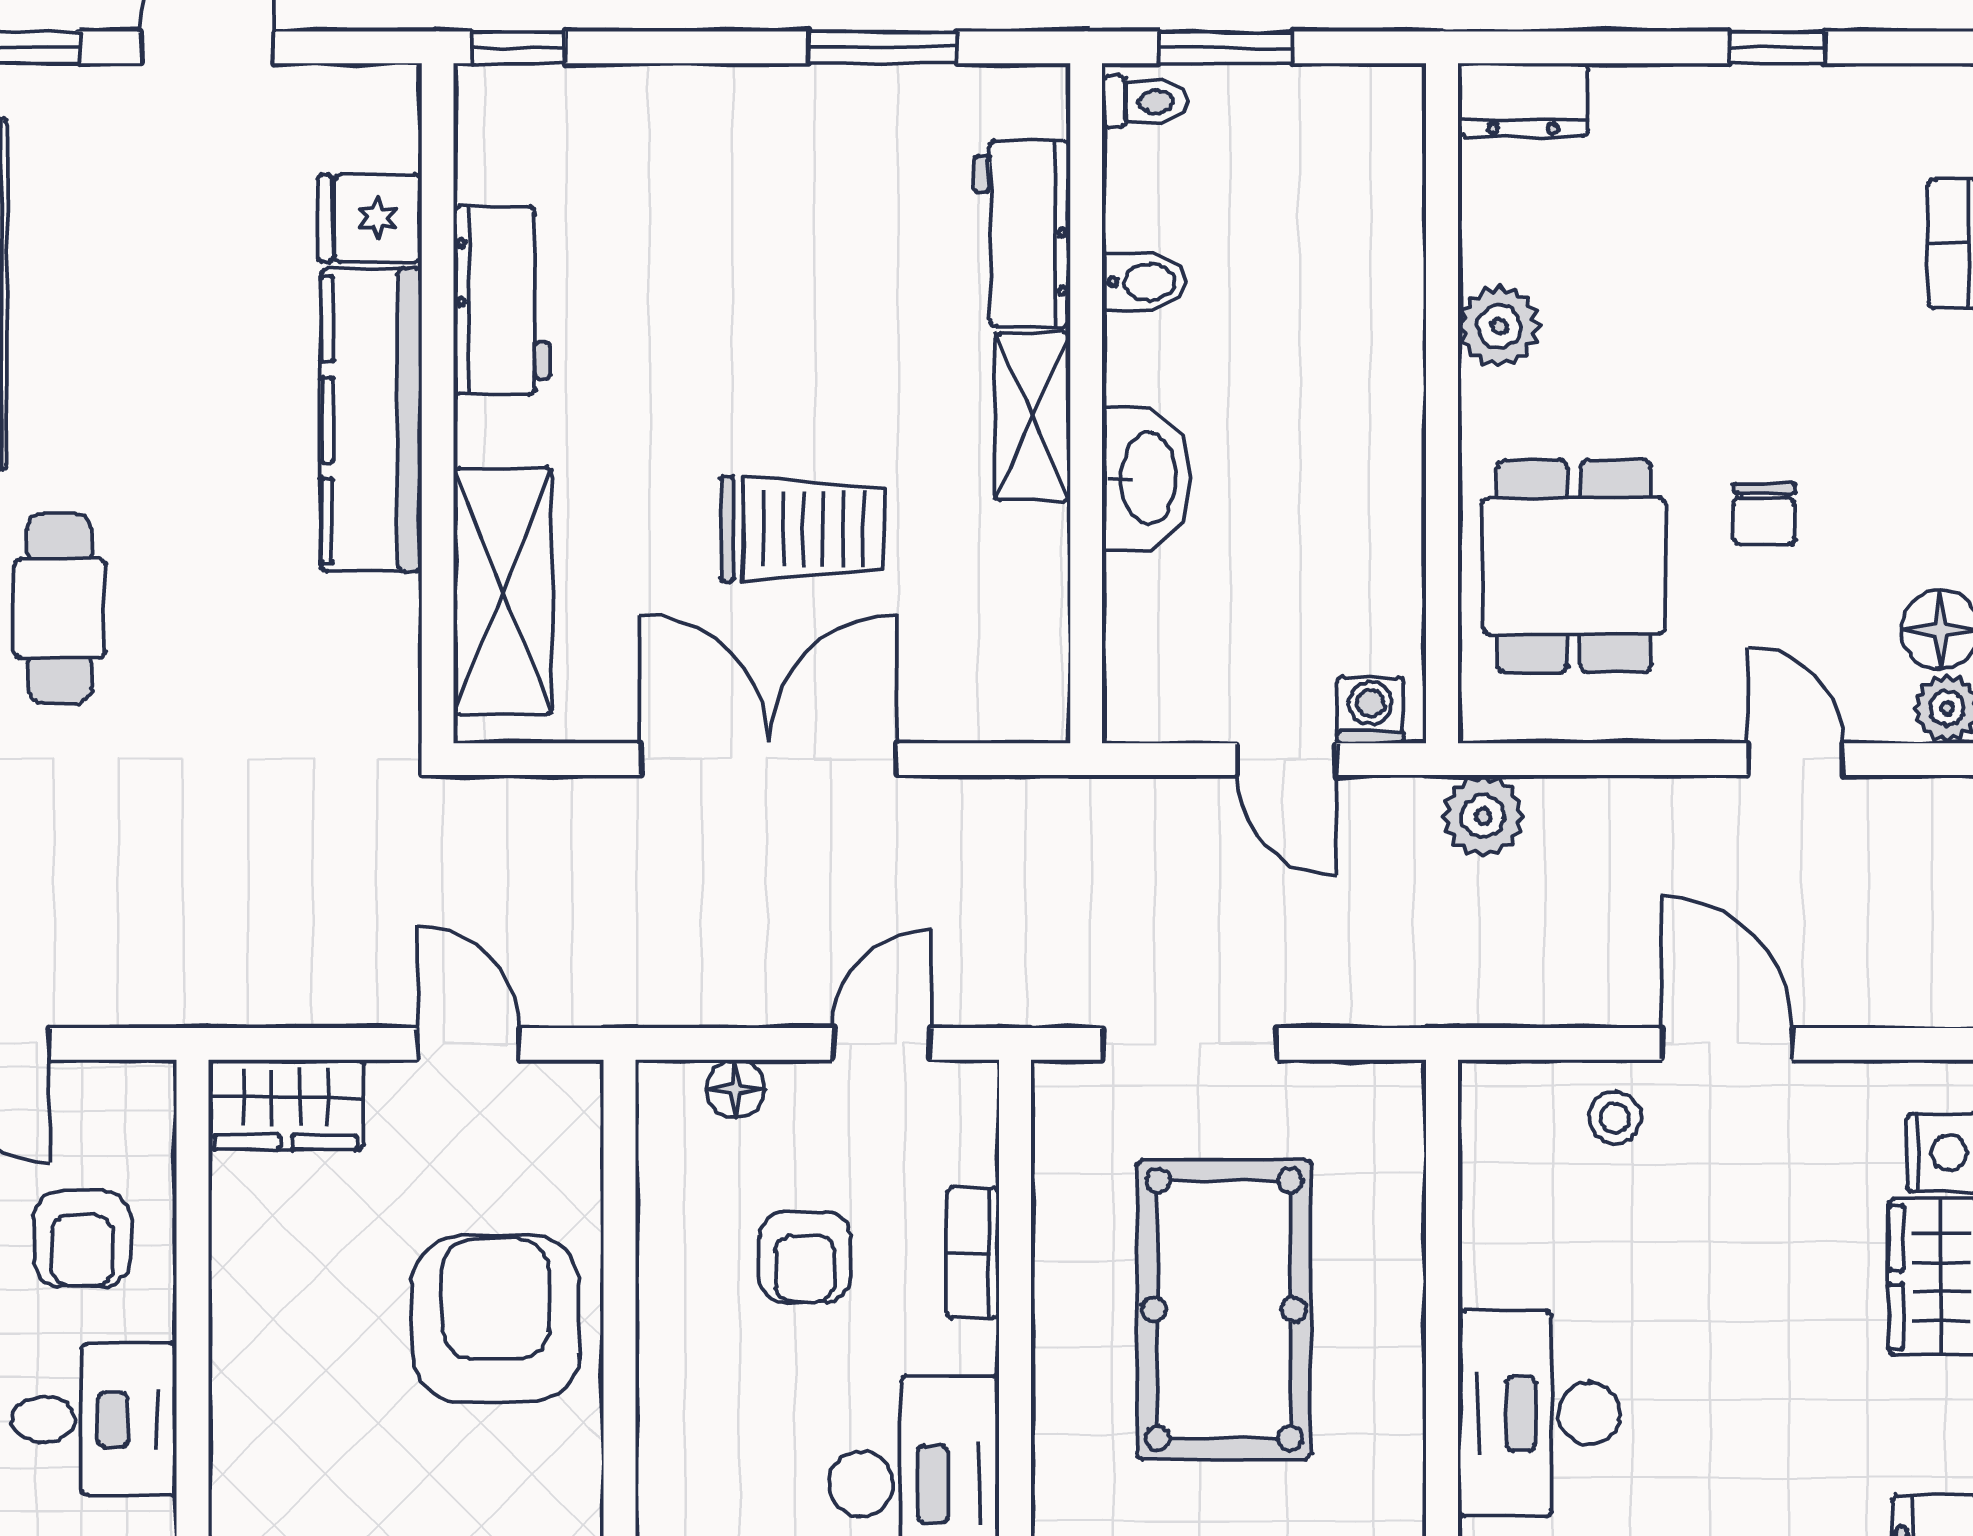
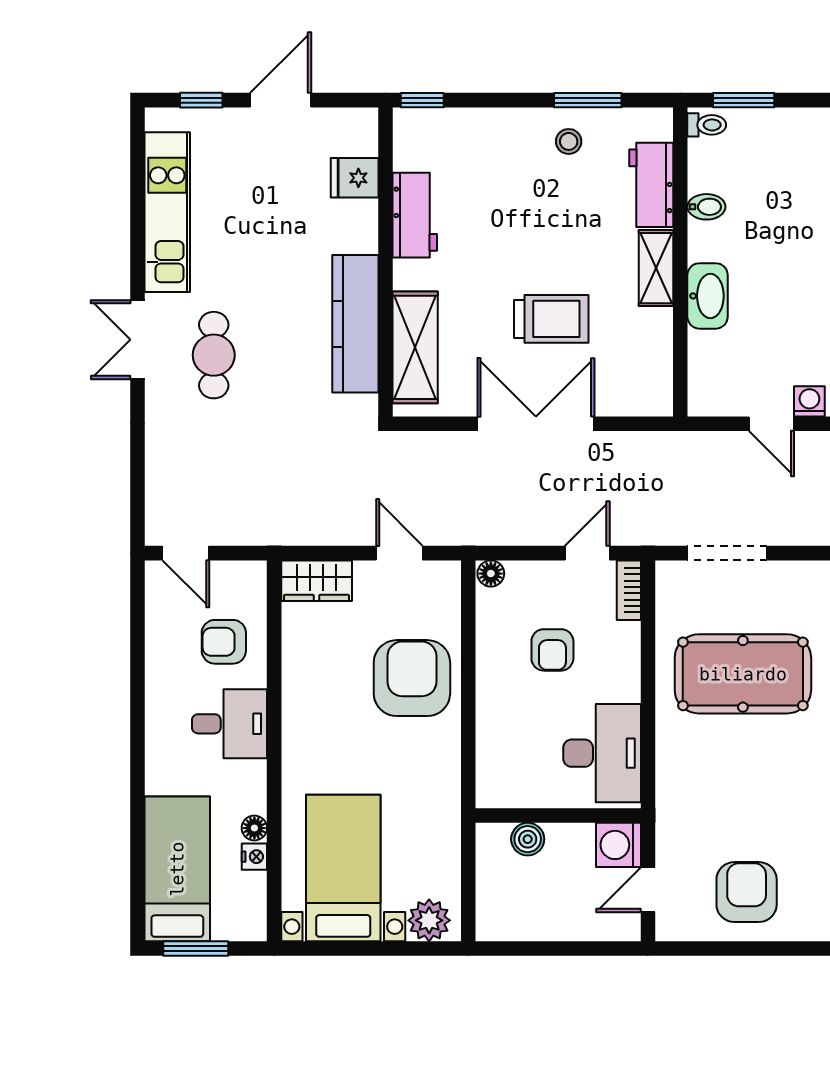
stool: (840, 138) -> (569, 141), added
kitchen counter: (371, 420) -> (355, 324), moved
floor lamp: (735, 1089) -> (491, 574), moved
armchair: (82, 1239) -> (224, 642), turned 90
bookcase: (973, 1253) -> (629, 590), moved
pool table: (1224, 1309) -> (743, 674), turned 90

